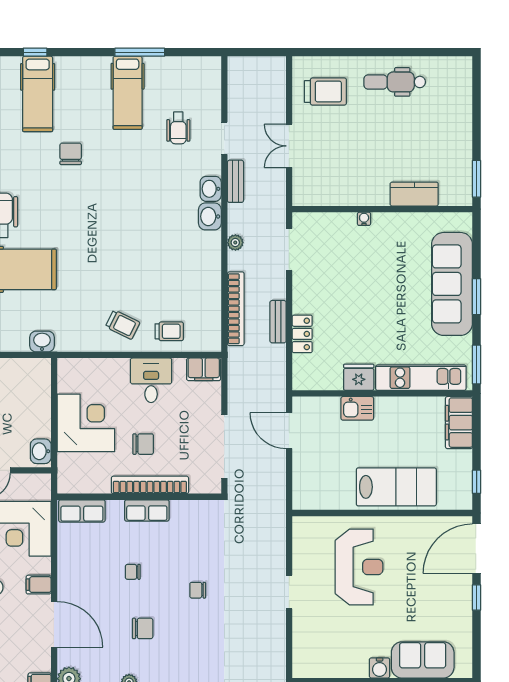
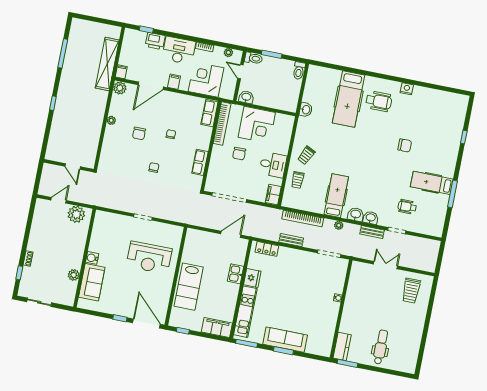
dental chair: (395, 82) -> (381, 347), moved
hospital bed: (38, 94) -> (336, 196), moved, turned 90
kitchen counter: (414, 194) -> (342, 346), moved
sofa: (452, 284) -> (285, 340), width x0.74, depth x0.79
locker: (302, 334) -> (267, 249), moved
bookcase: (150, 485) -> (222, 123), moved
row of seats: (147, 510) -> (200, 162), moved

